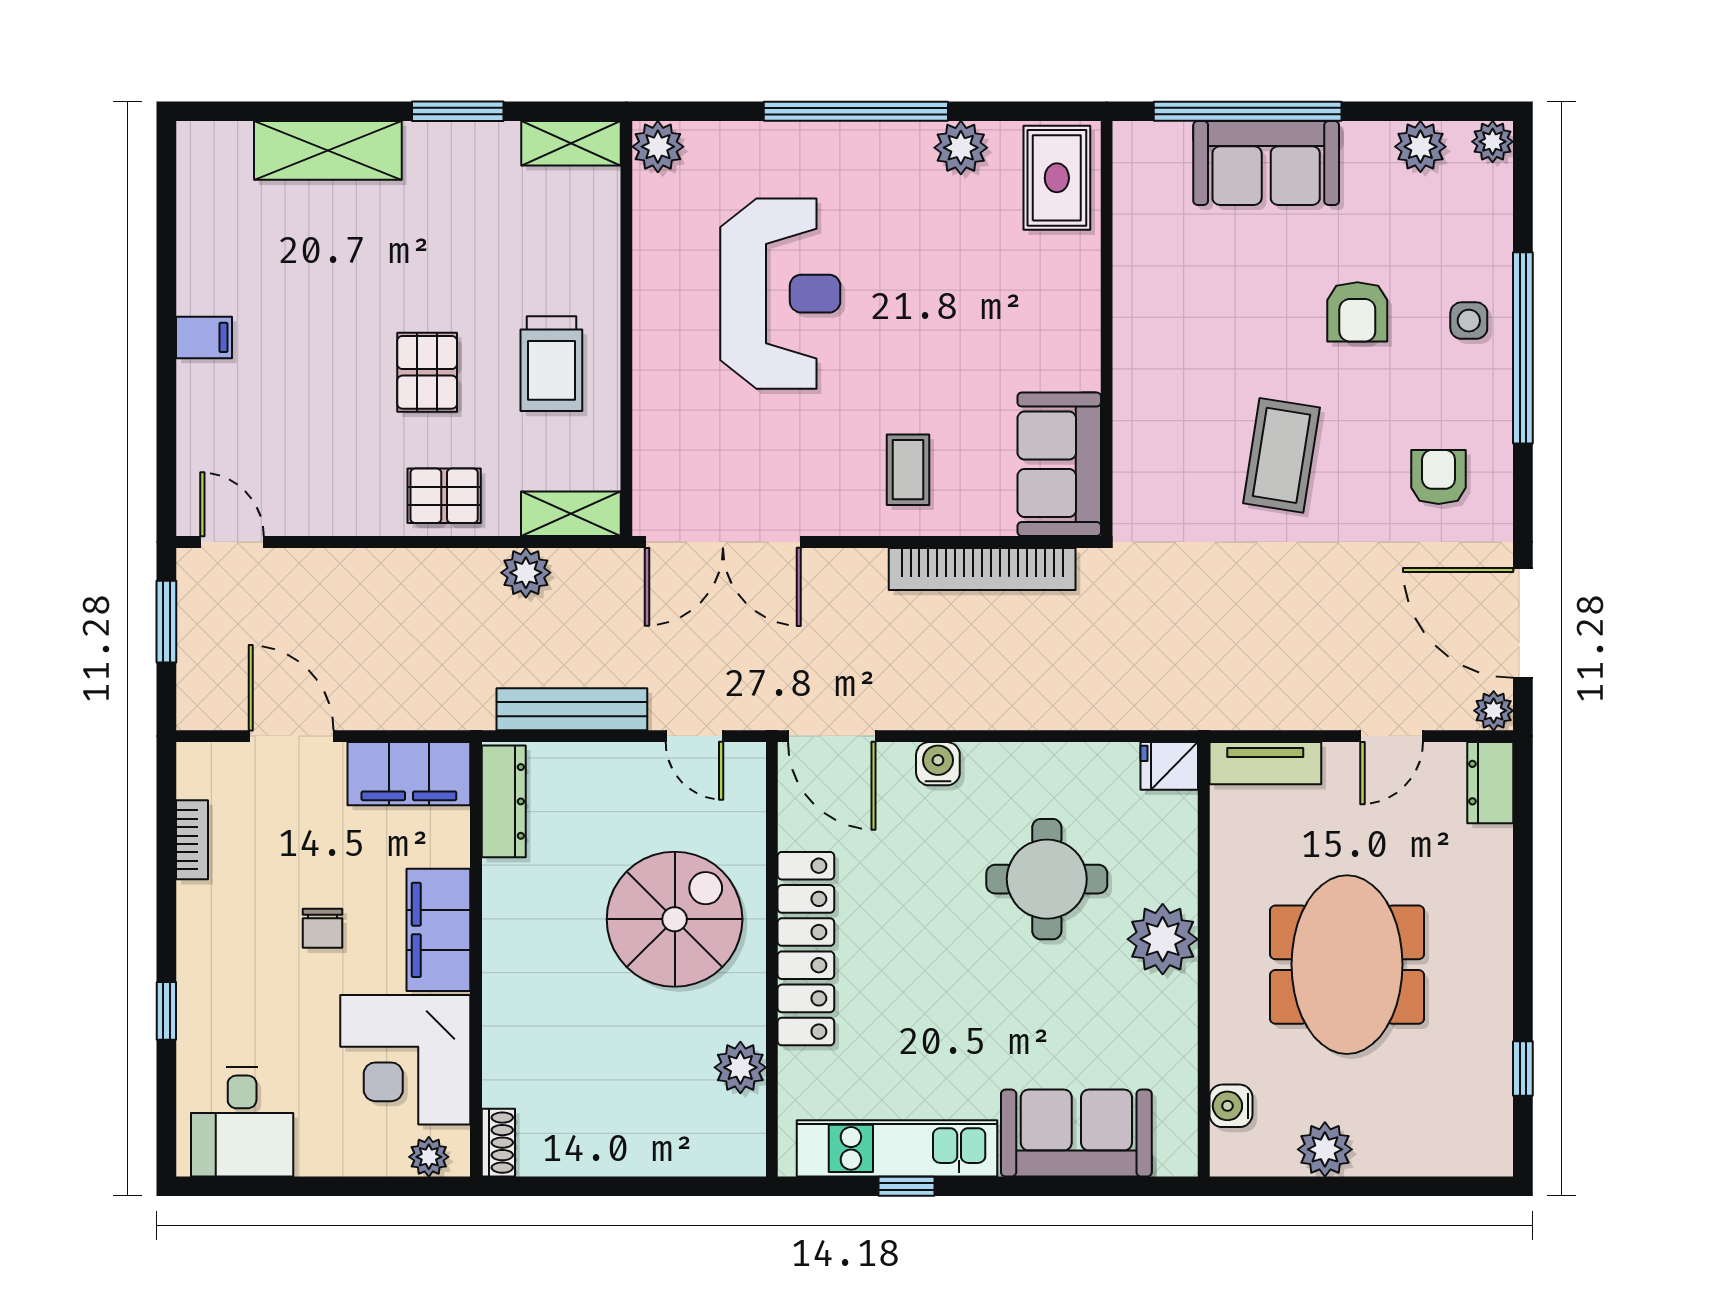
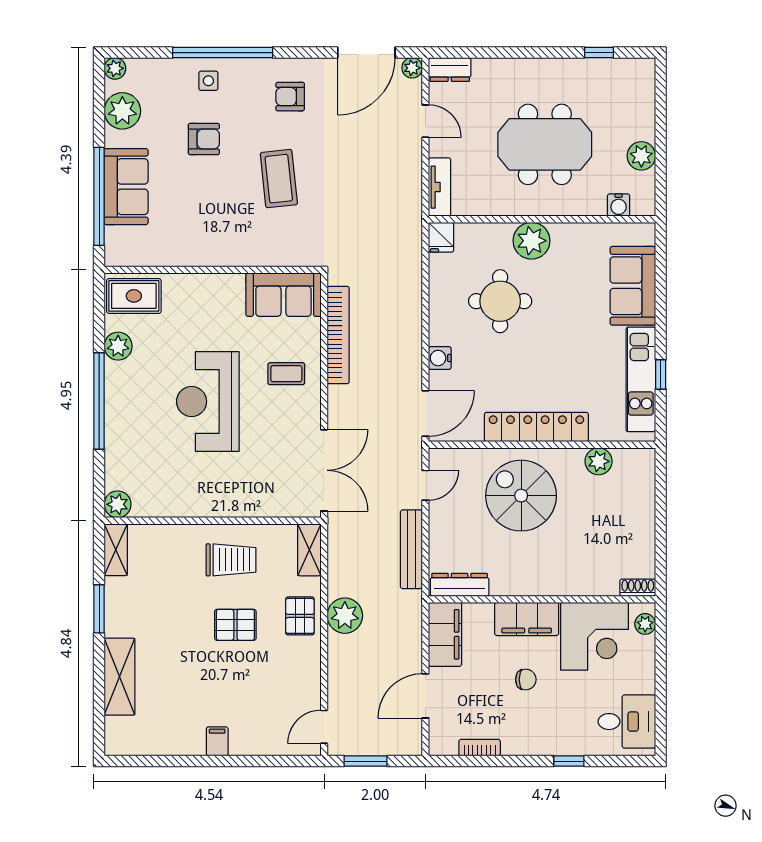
plant: (1420, 147) -> (122, 111), width x1.36, depth x1.36
reception desk: (780, 294) -> (208, 401), moved, turned -90
coffee table: (1281, 455) -> (279, 179), turned 75
plant: (526, 573) -> (345, 616), moved, width x1.36, depth x1.36

